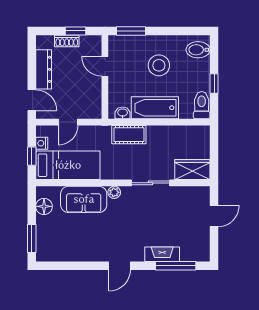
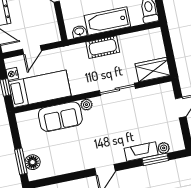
cot: (129, 135) -> (103, 47), moved
floor lamp: (44, 206) -> (32, 162), moved
plant: (187, 255) -> (164, 148), added
window: (176, 266) -> (155, 159), width x0.69

